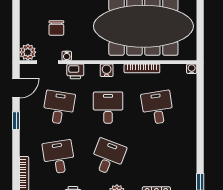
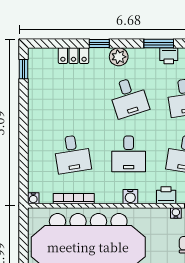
bookcase: (142, 68) -> (74, 199), moved
desk: (108, 157) -> (129, 97), turned -39

